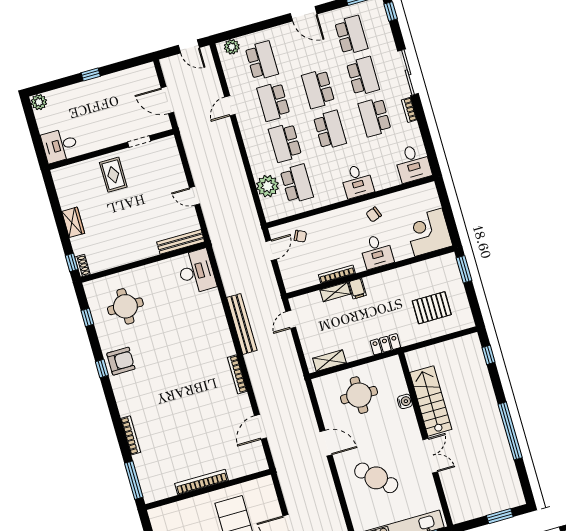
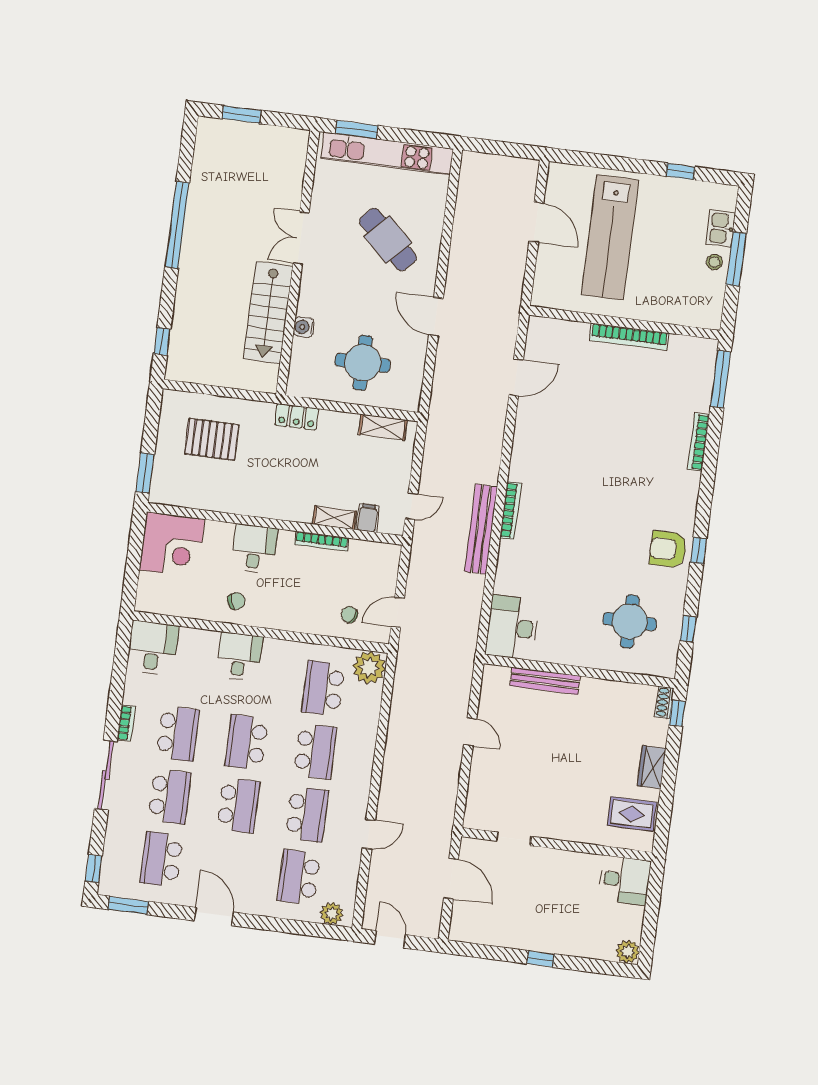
school desk: (363, 76) -> (170, 796), turned 180
rug: (113, 175) -> (632, 814), moved, turned 90
plant: (268, 186) -> (369, 667), moved
bench: (181, 242) -> (545, 681), moved
filing cabinet: (357, 289) -> (368, 518), moved
bookcase: (237, 374) -> (511, 510), moved

